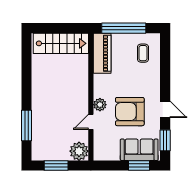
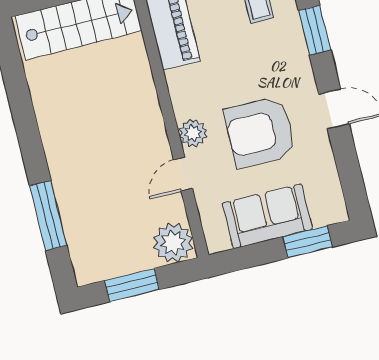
window: (165, 140) -> (315, 30), moved
sofa: (139, 150) -> (267, 216), moved

